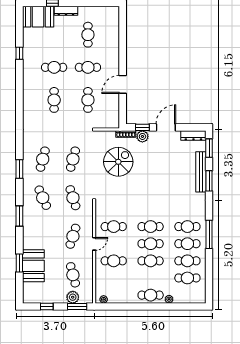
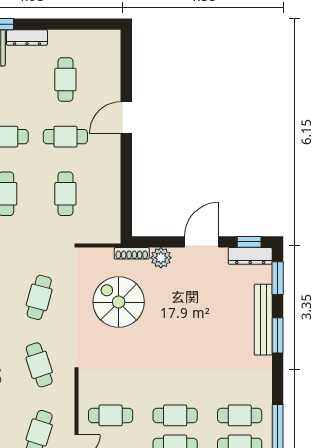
door: (123, 84) -> (126, 117), moved
window: (142, 127) -> (249, 242), moved
spiral stairs: (118, 162) -> (119, 302), turned -90

